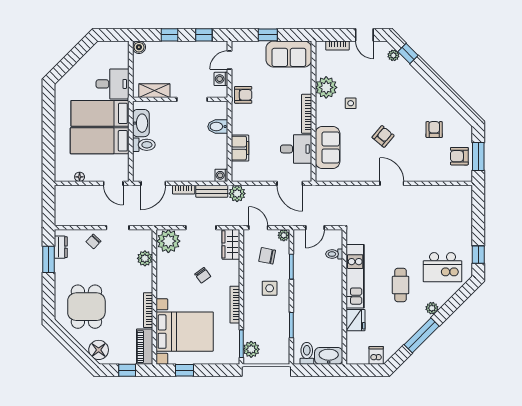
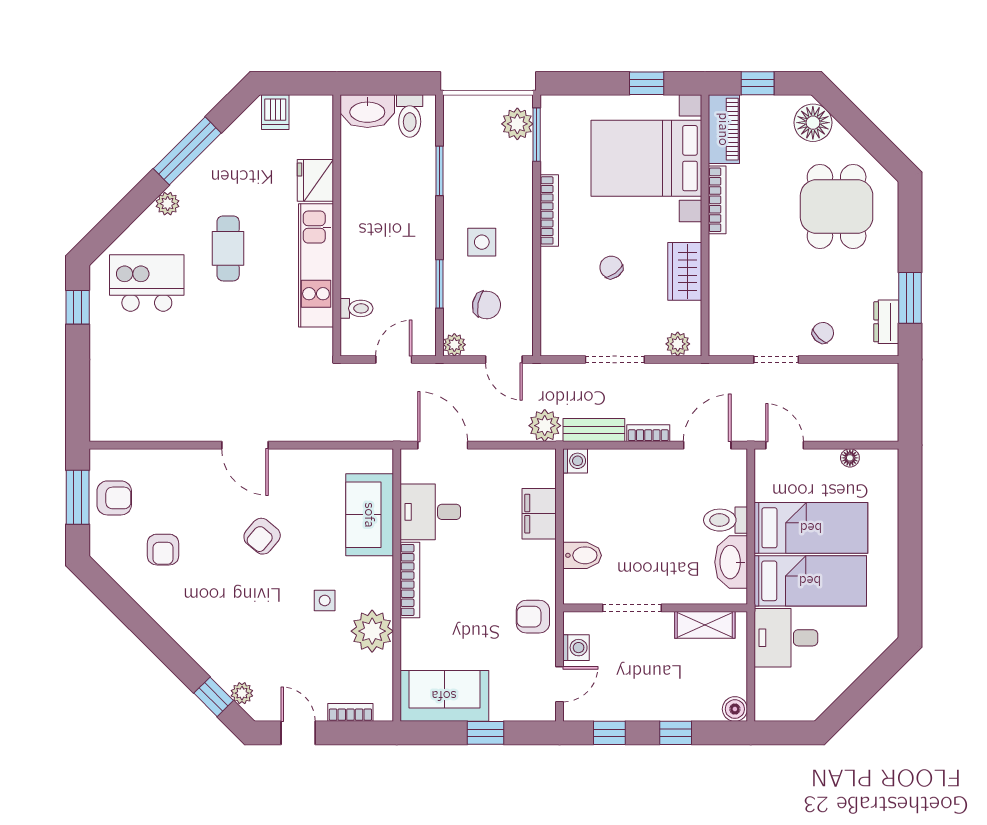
plant: (168, 241) -> (678, 344), width x0.53, depth x0.53
wardrobe: (231, 244) -> (685, 271), moved, turned 180
plant: (145, 258) -> (723, 300), removed

